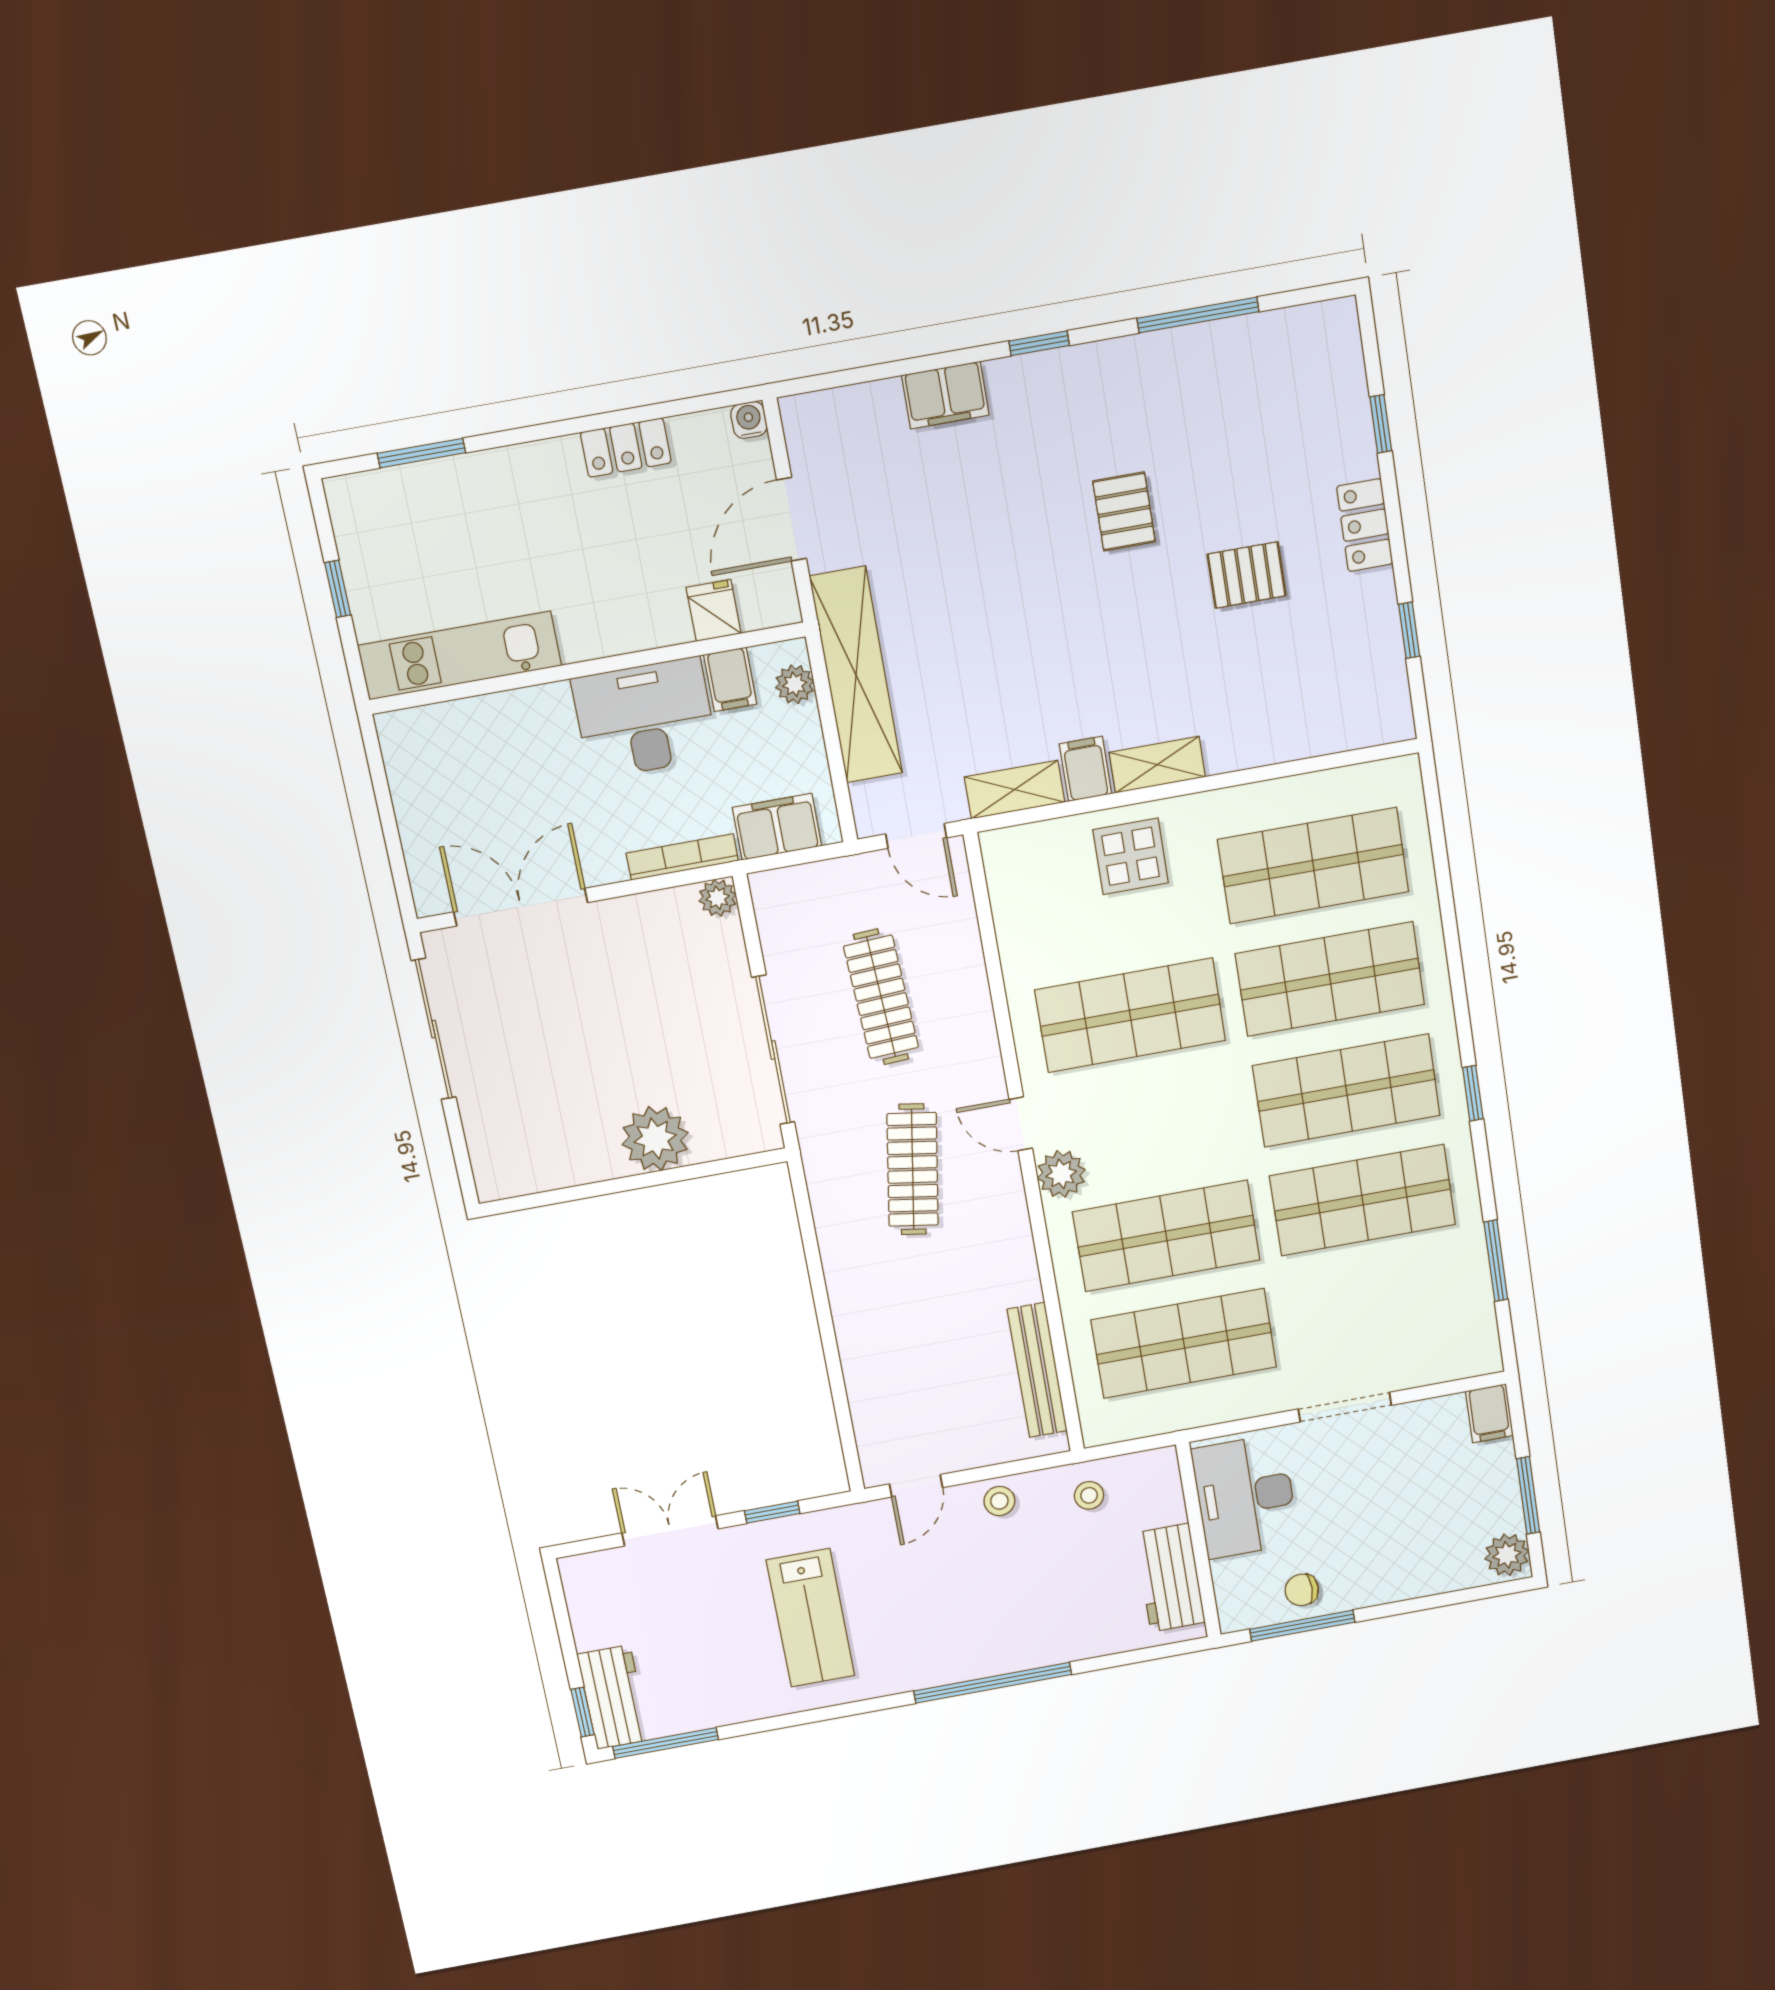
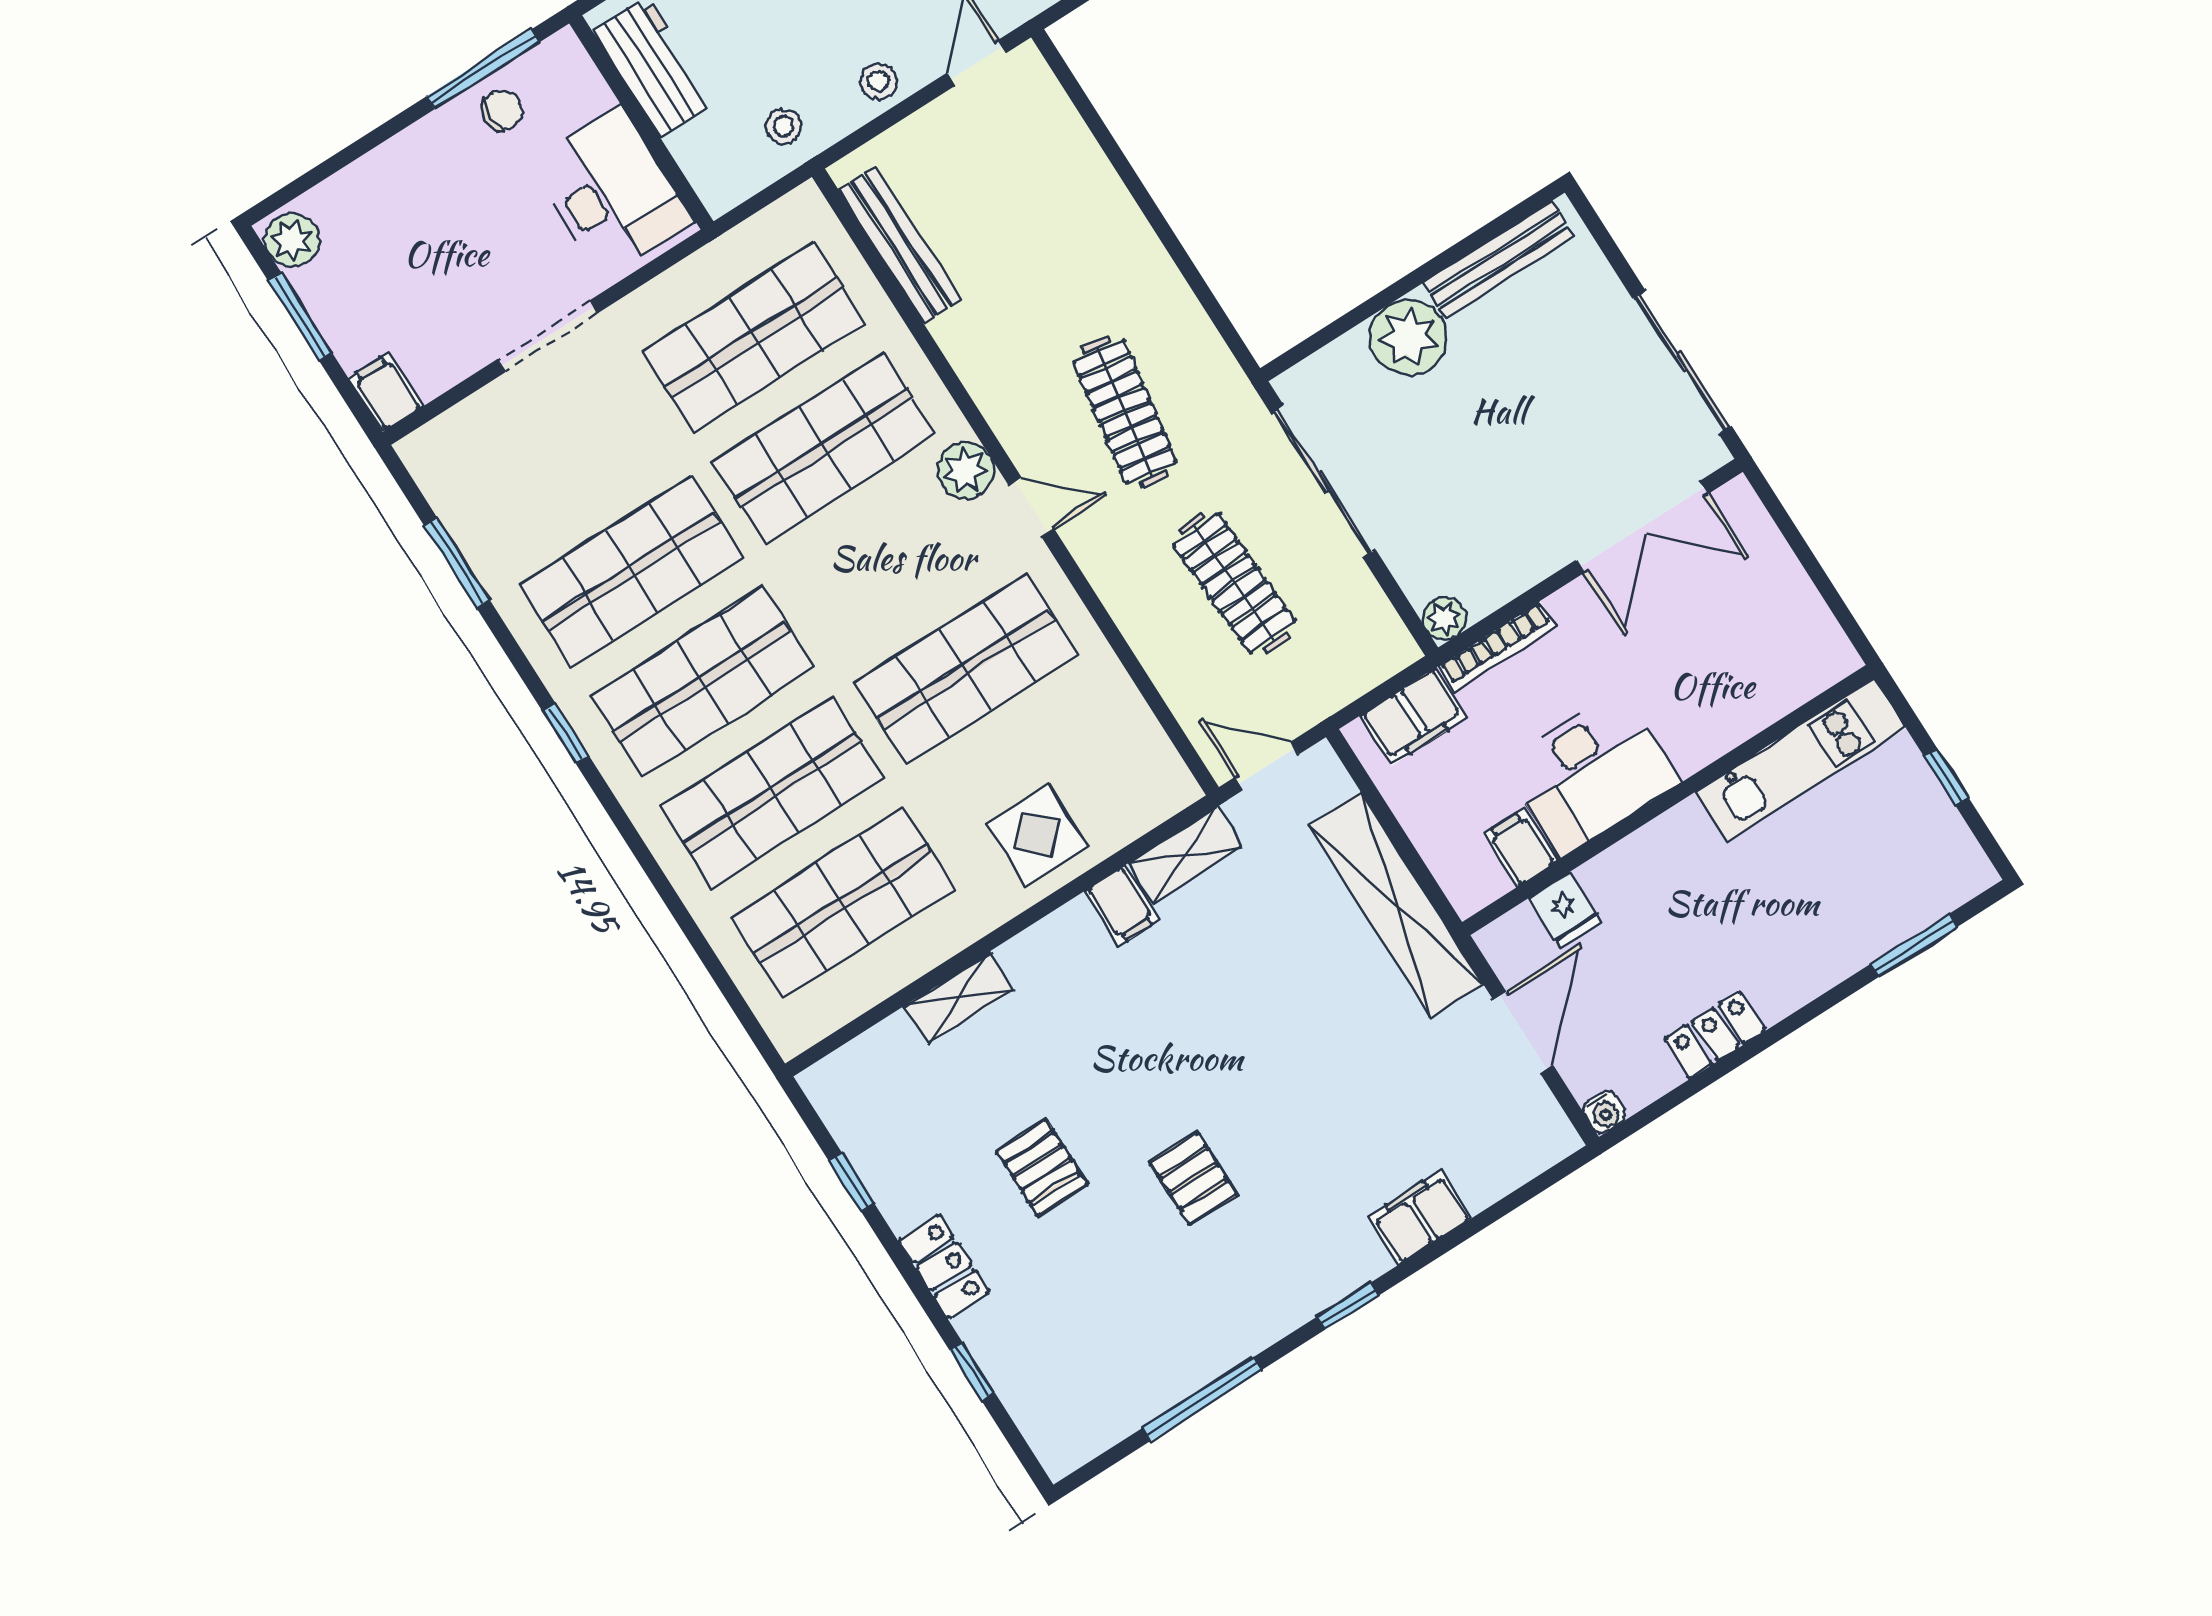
pallet: (1247, 575) -> (1042, 1168), turned 90
plant: (795, 684) -> (1454, 869), removed
shelving: (1157, 765) -> (959, 998), moved
bench: (555, 1171) -> (1499, 260), added

